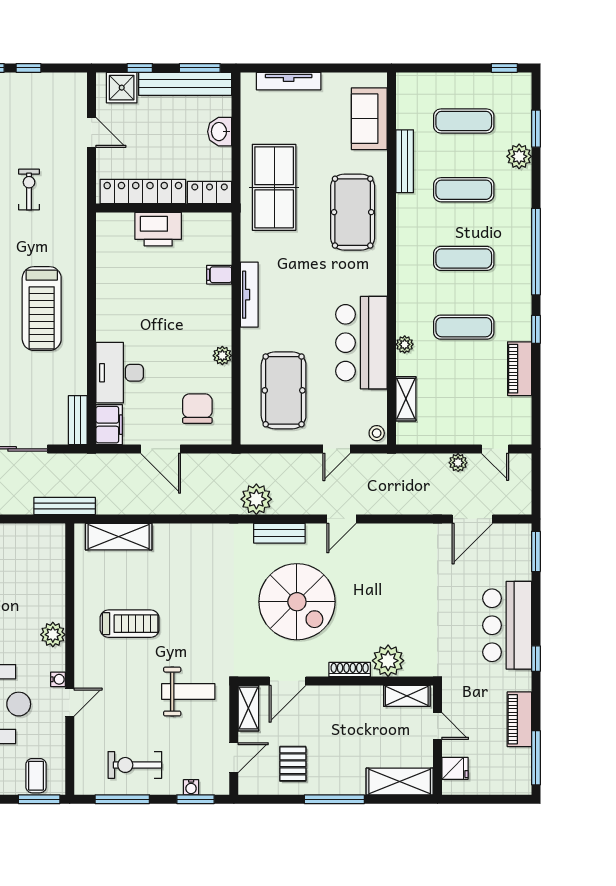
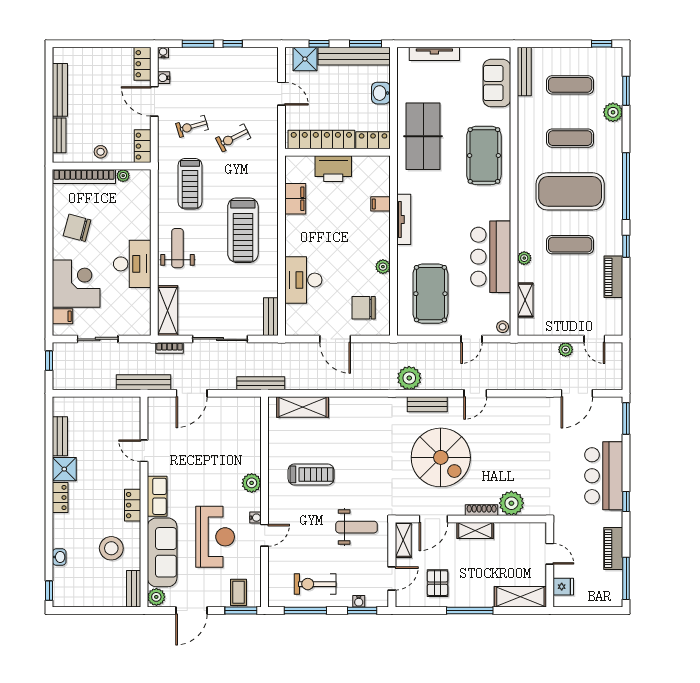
bench: (405, 161) -> (524, 71), moved
exercise bike: (29, 190) -> (233, 138), turned -117
exercise mat: (464, 258) -> (570, 191), width x2.00, depth x1.45
chair: (197, 409) -> (364, 308), turned -90
filing cabinet: (109, 425) -> (295, 199), moved
shelving: (407, 696) -> (475, 530), moved

